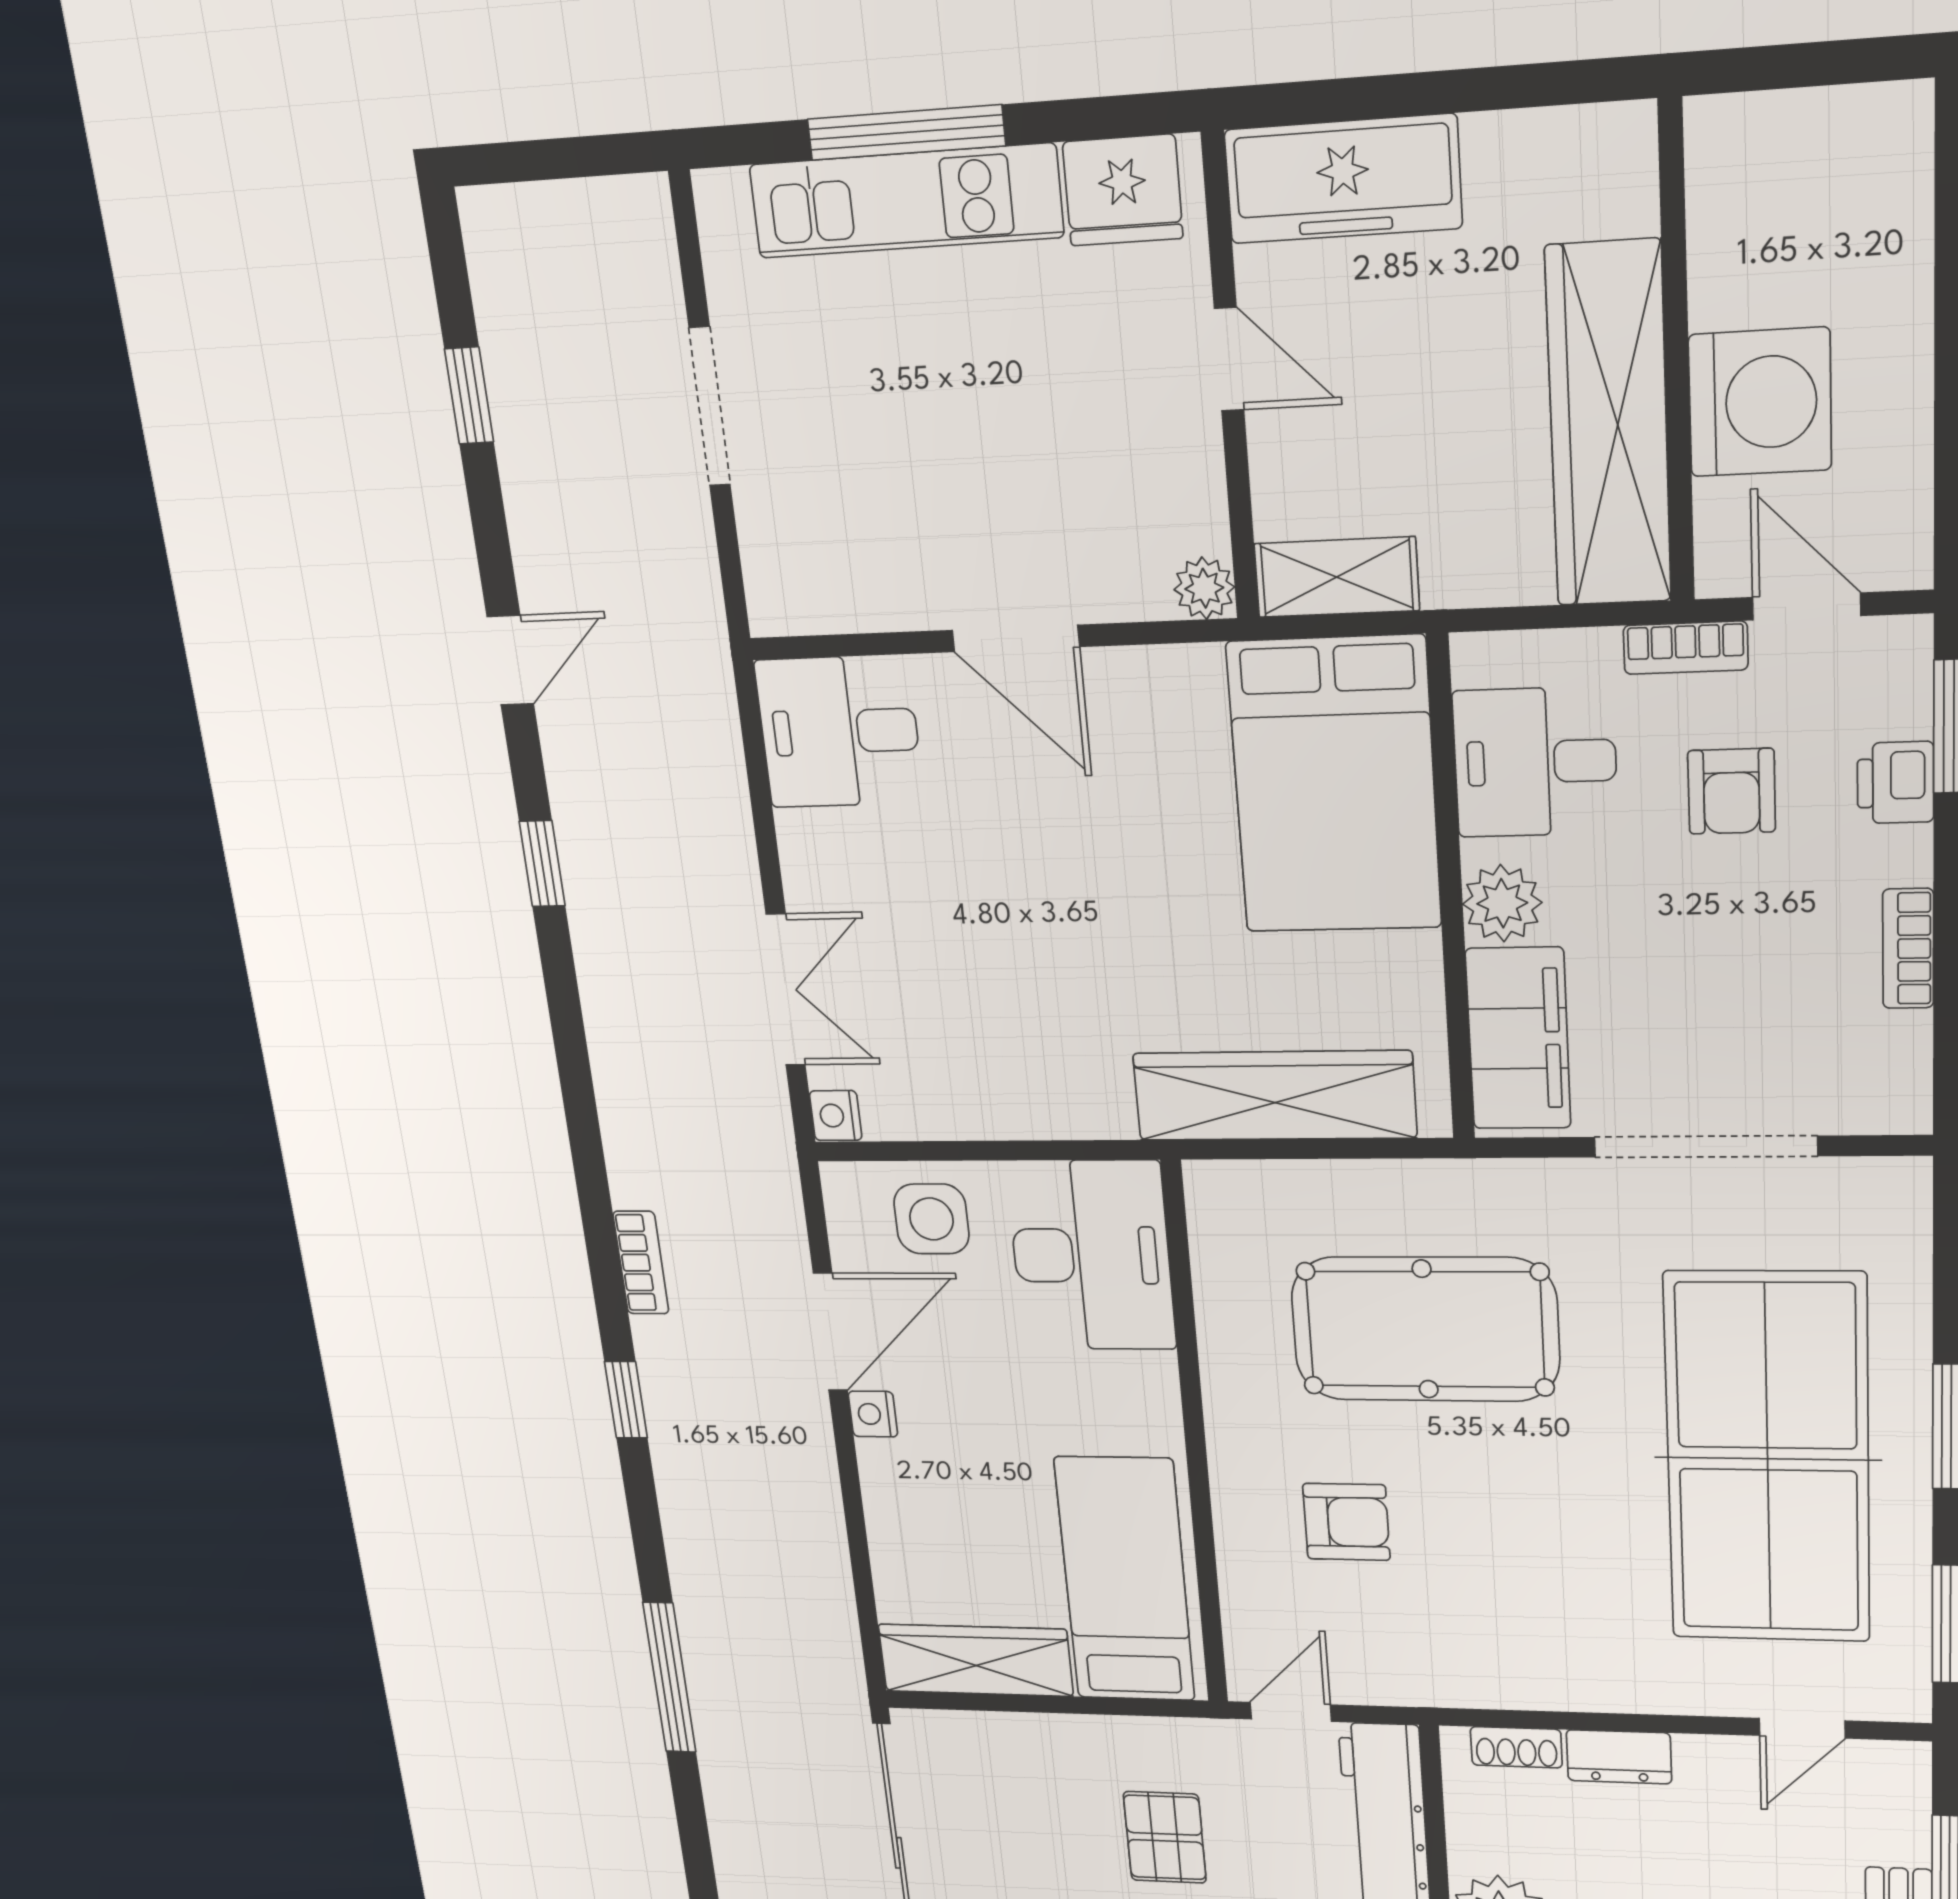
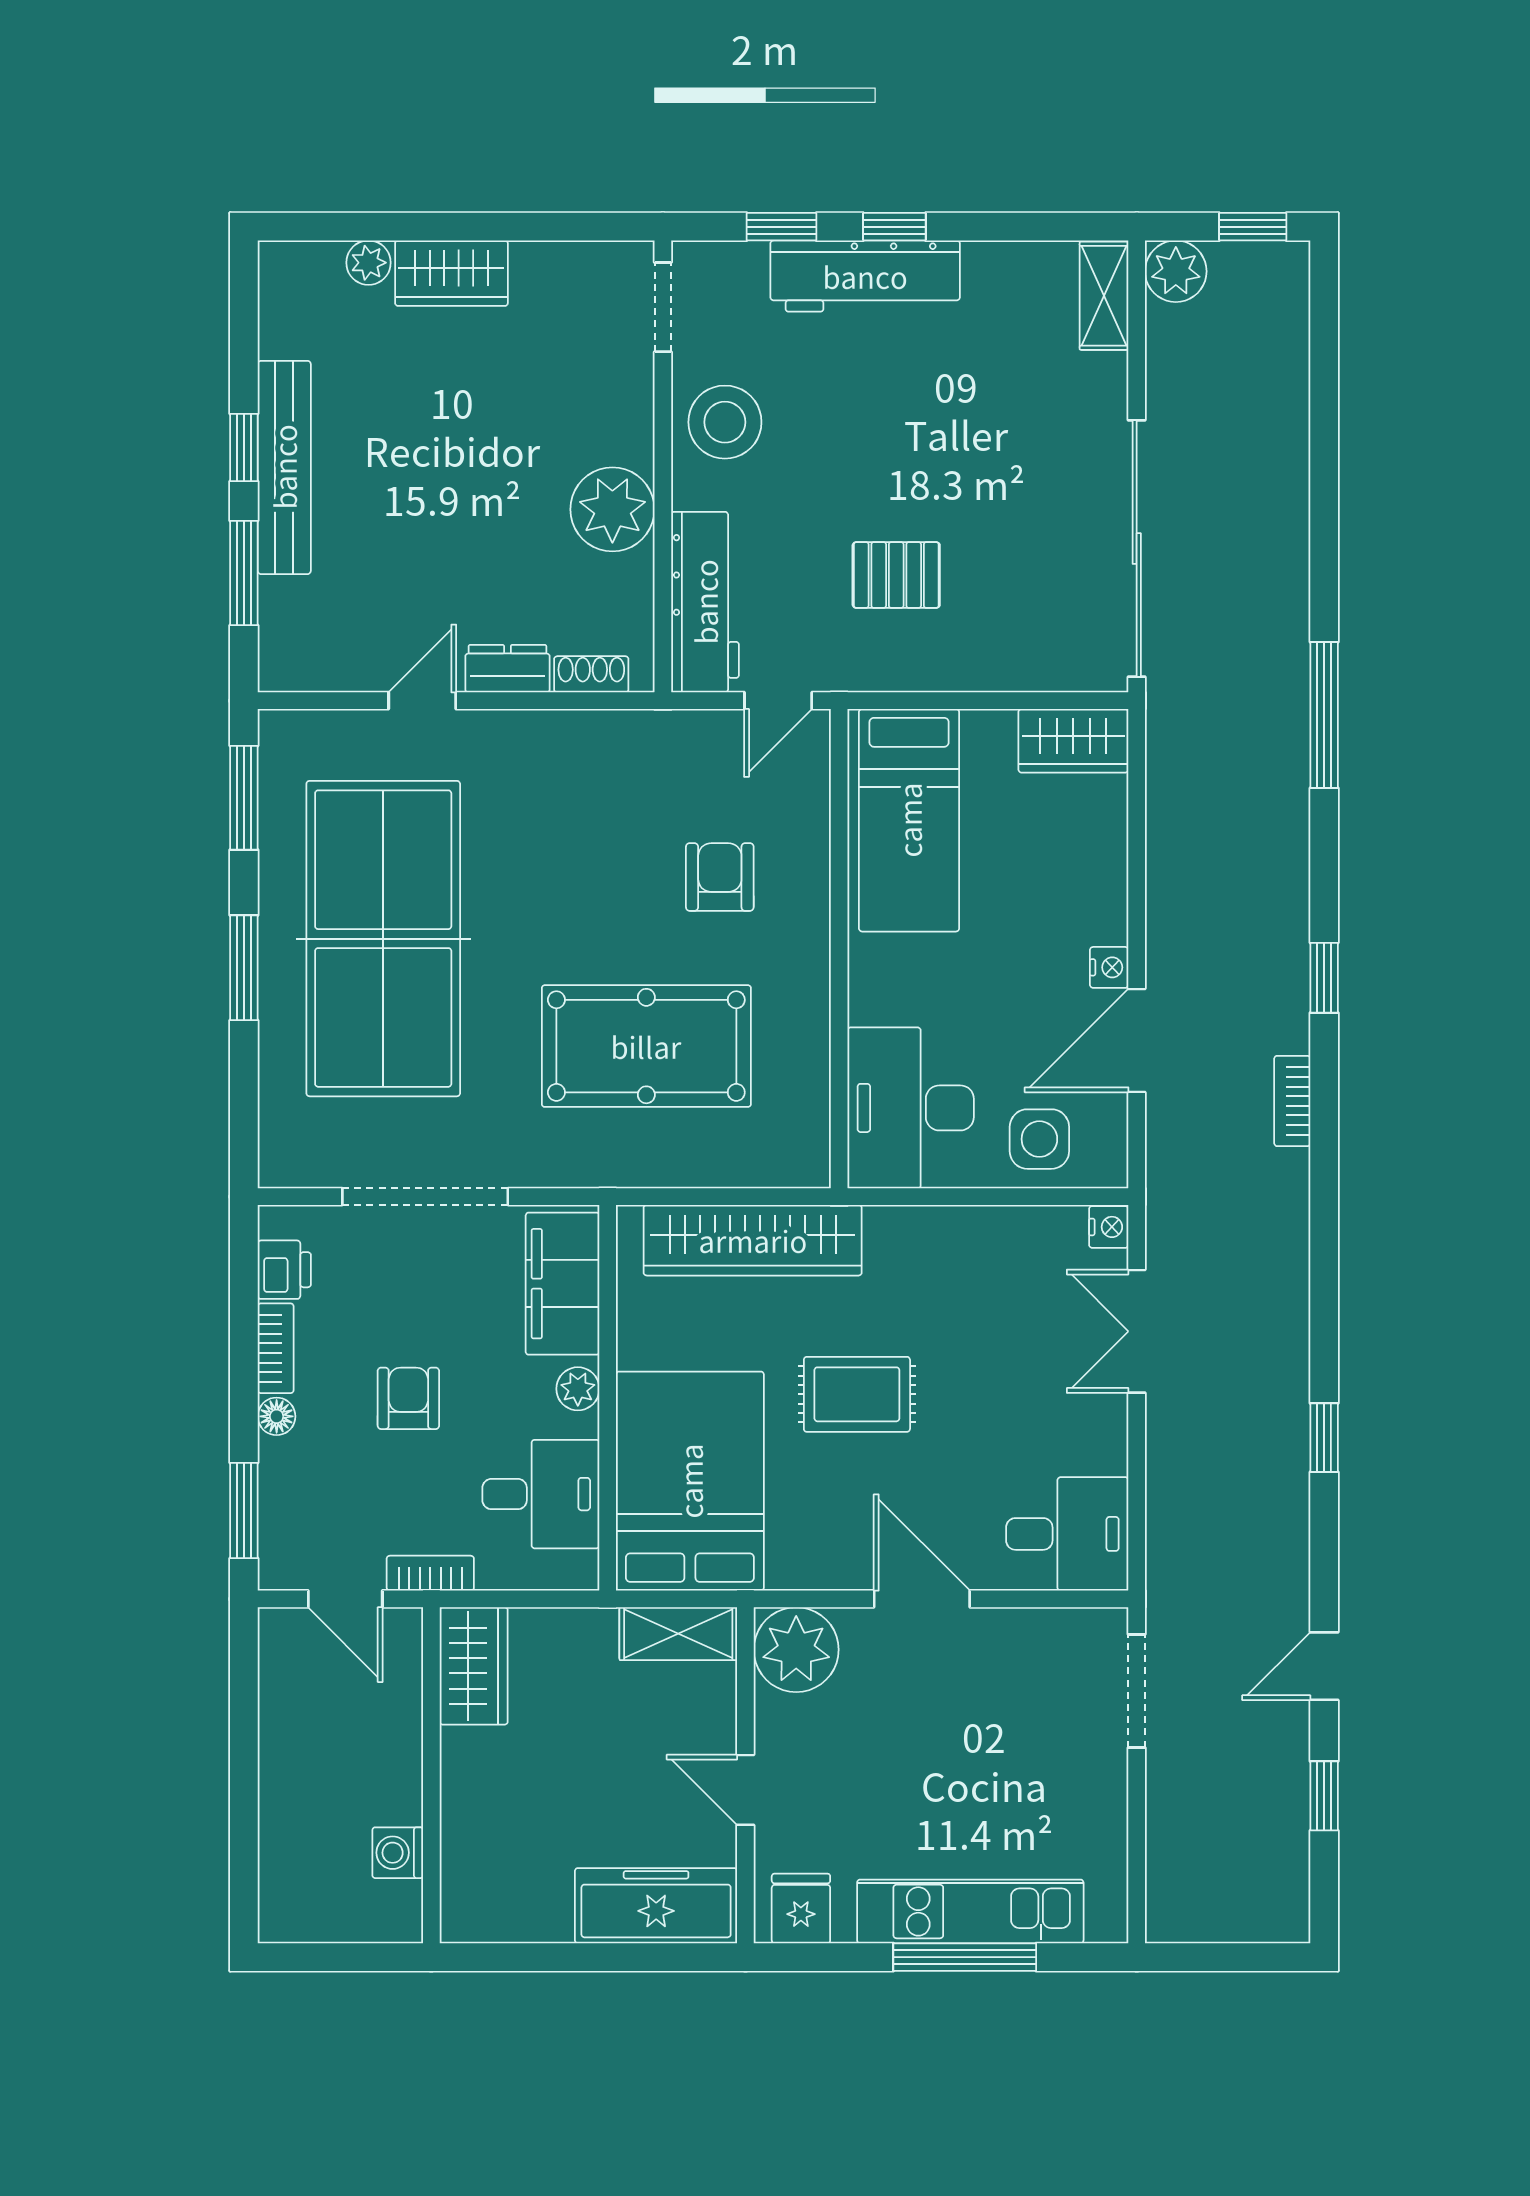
fridge: (1123, 190) -> (801, 1908), width x0.72
washing machine: (1760, 402) -> (398, 1853), moved, width x0.53, depth x0.53
doorway: (710, 407) -> (1137, 1691), moved
wardrobe: (1609, 425) -> (474, 1666), width x0.48, depth x0.85
plant: (1204, 588) -> (796, 1650), width x1.88, depth x1.88
door: (510, 660) -> (1324, 1666), moved
printer: (1896, 783) -> (284, 1270), moved
armchair: (1732, 791) -> (408, 1398), moved
floor lamp: (1907, 857) -> (277, 1416), added
plant: (1502, 903) -> (578, 1389), width x0.73, depth x0.73
rug: (1125, 904) -> (857, 1394), added
armchair: (1346, 1522) -> (720, 877), turned 90
wardrobe: (976, 1660) -> (1073, 741), width x0.67
door: (1802, 1728) -> (422, 701), moved
pallet: (1165, 1837) -> (896, 575), turned 90

